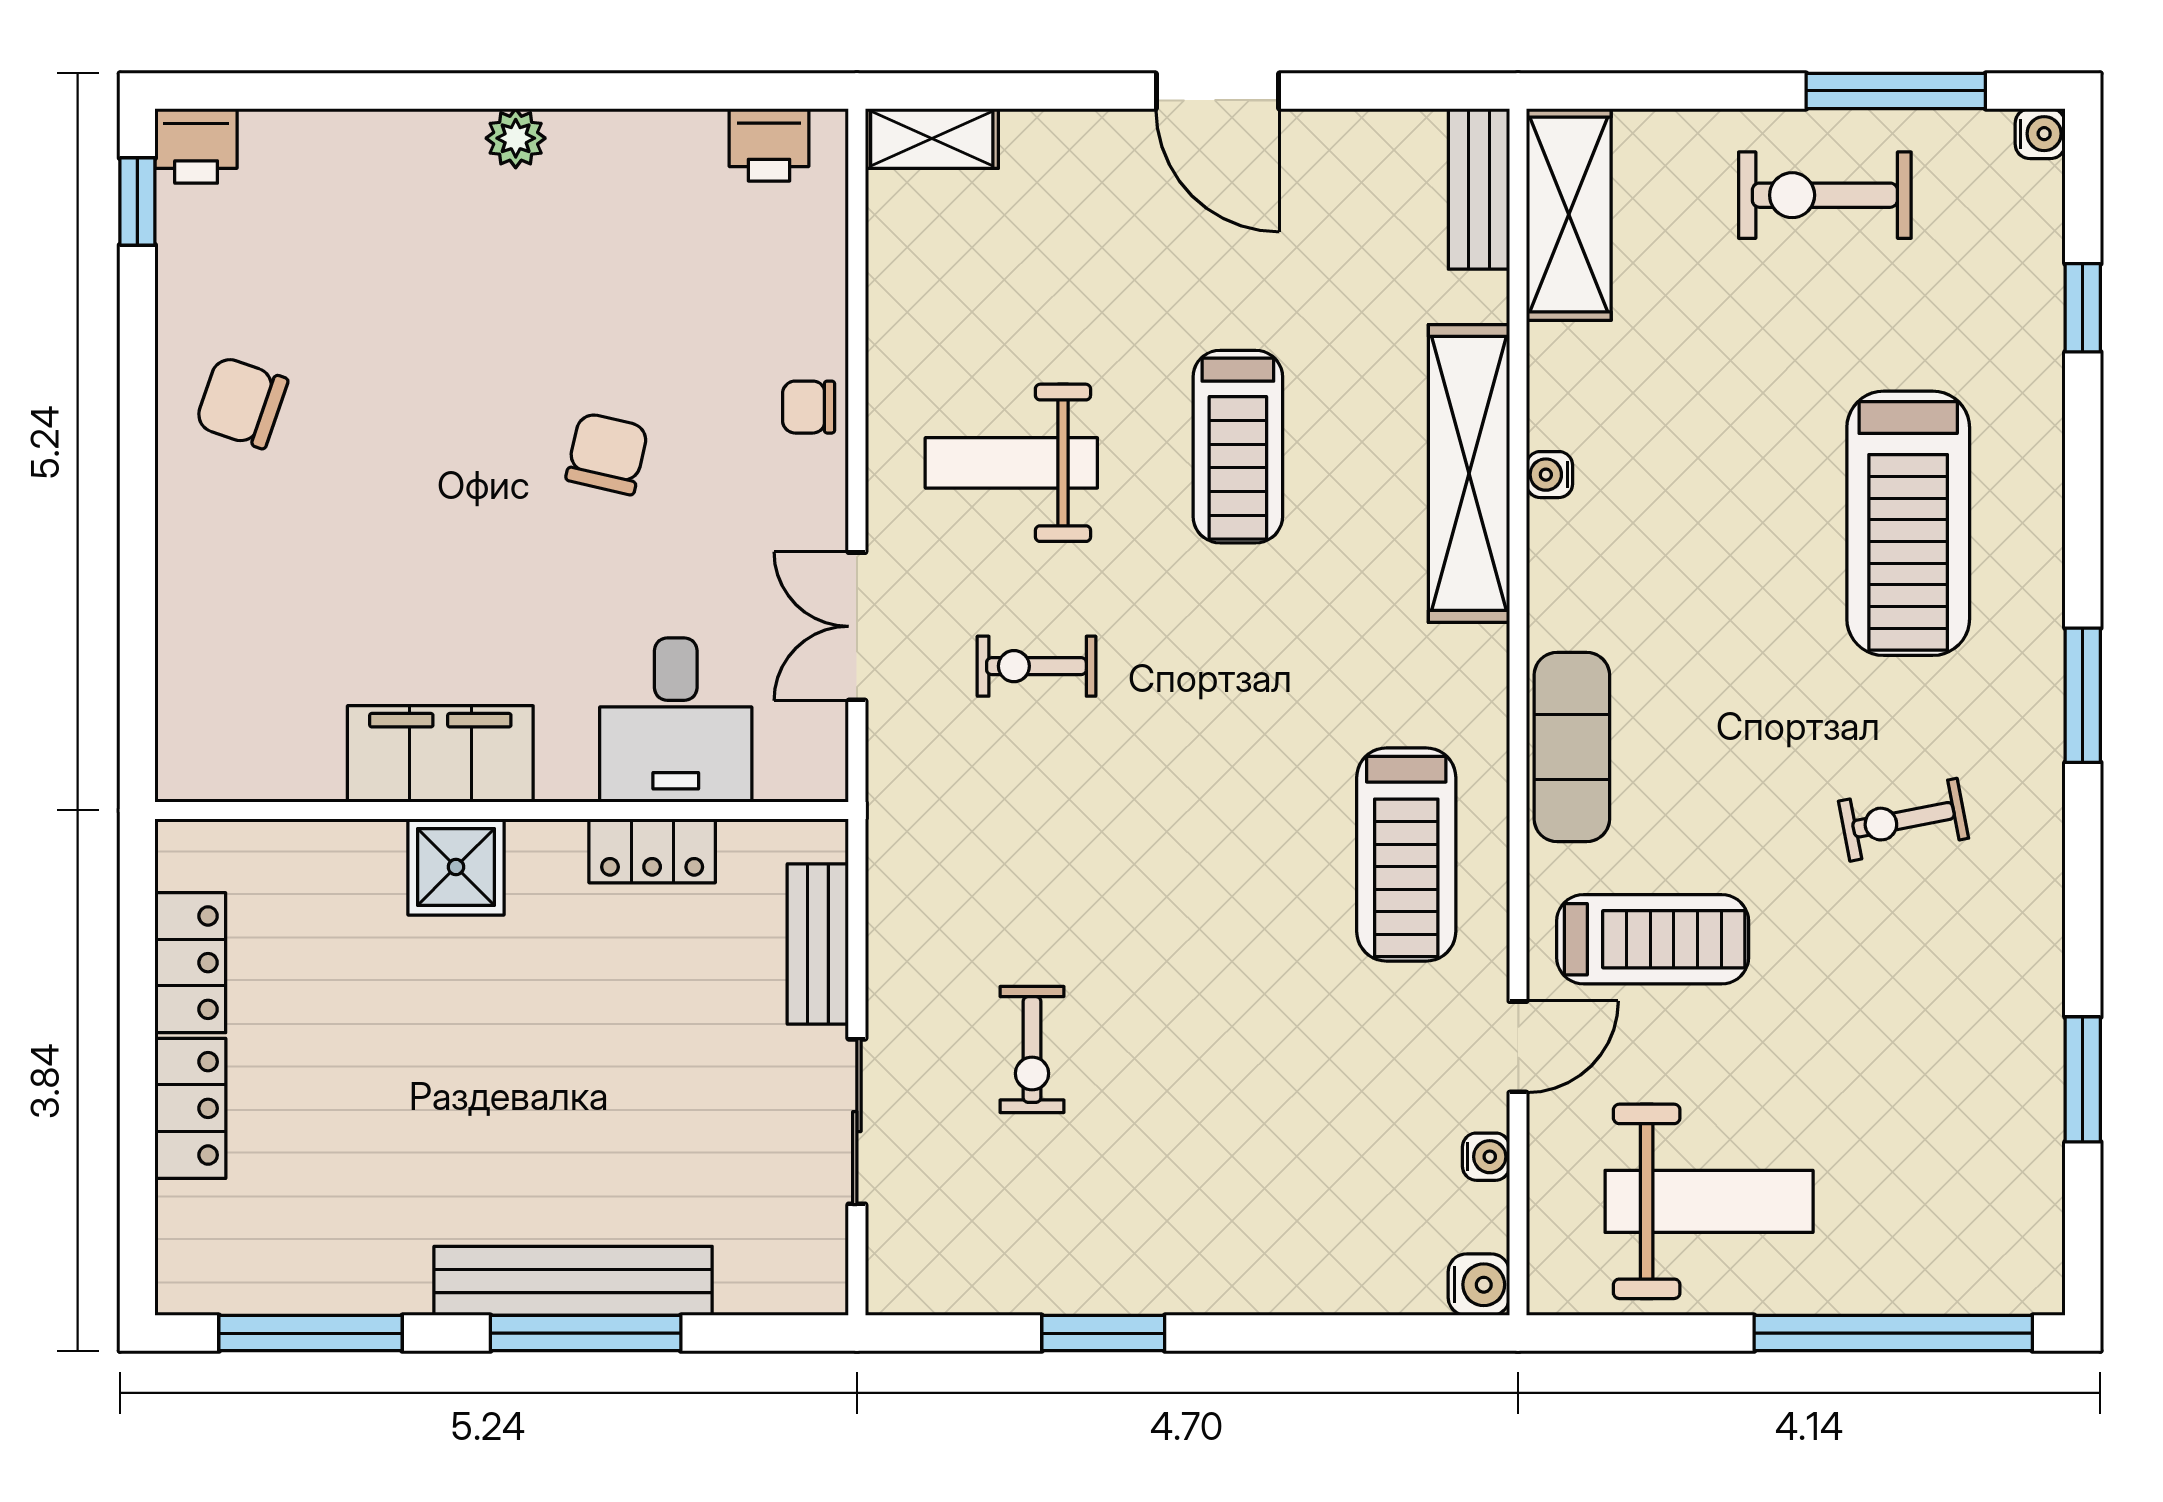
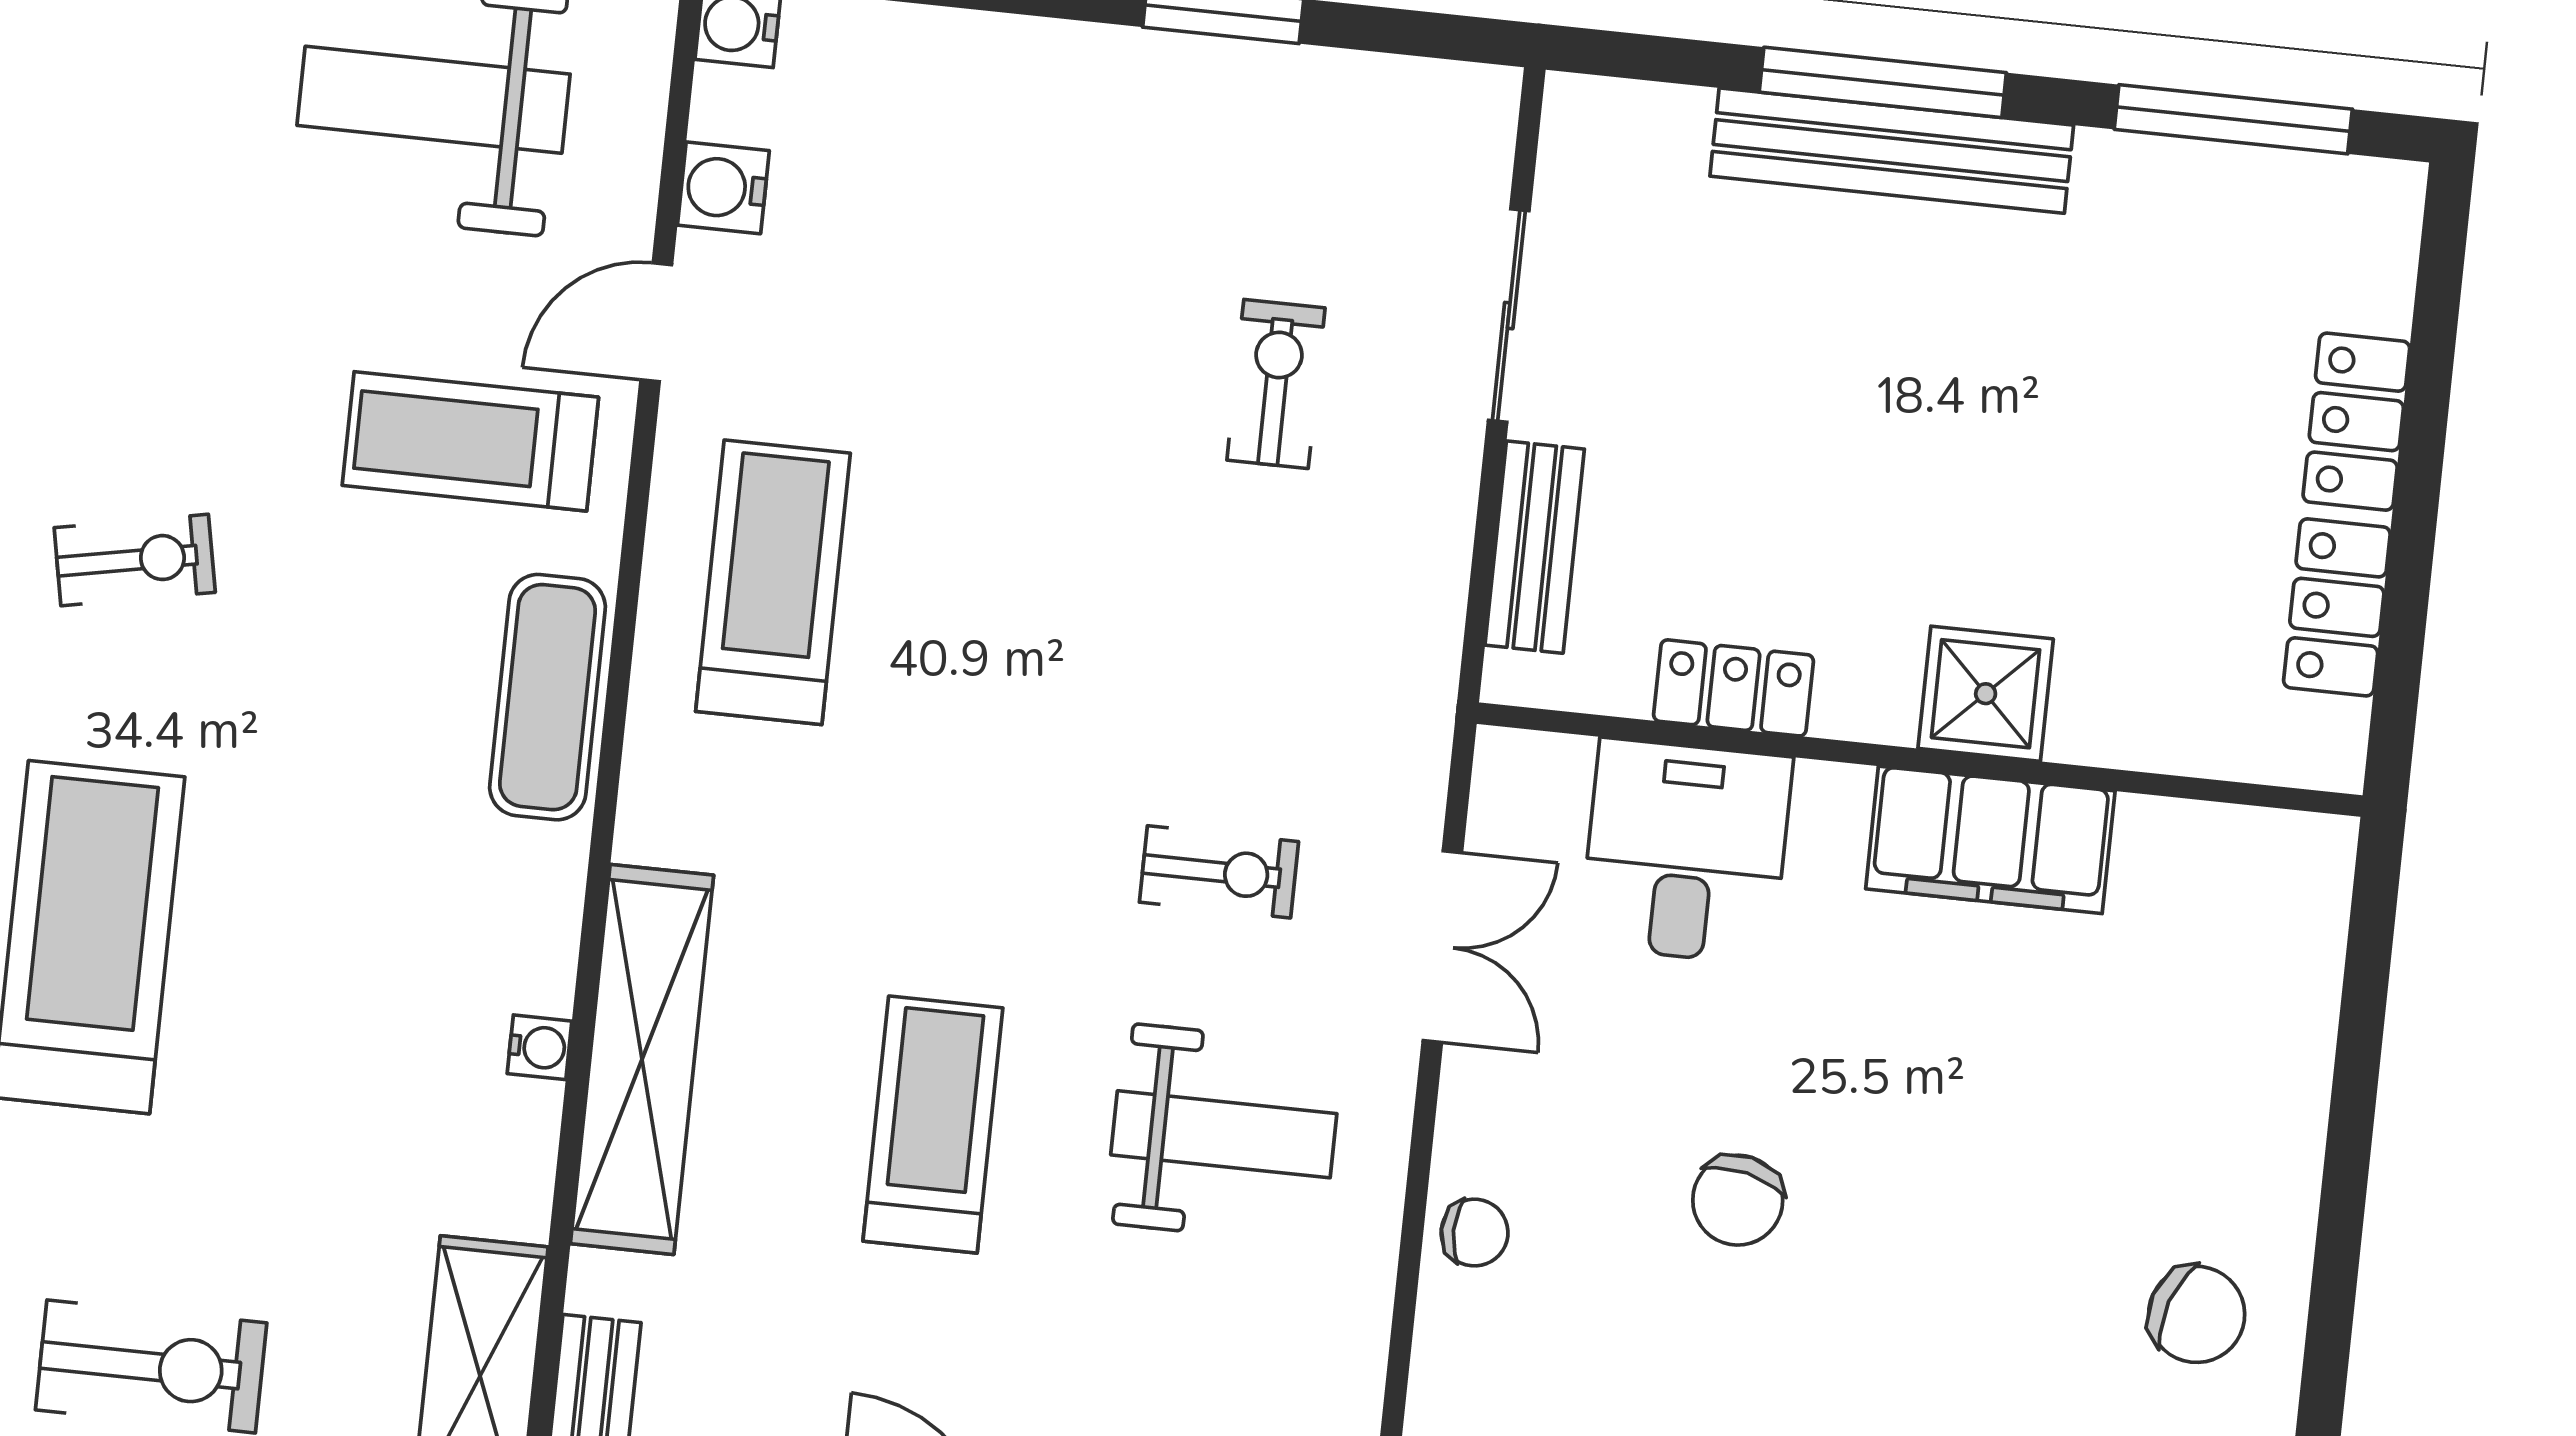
water cooler: (1486, 1157) -> (723, 188), width x1.38, depth x1.38

